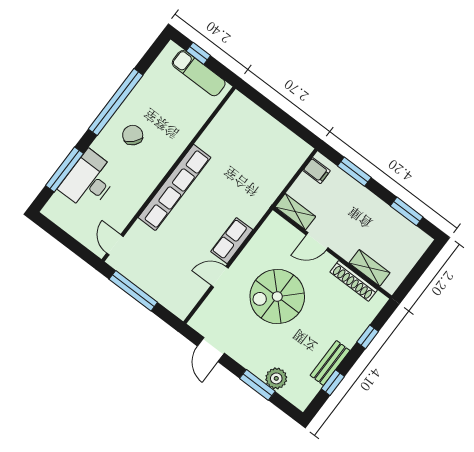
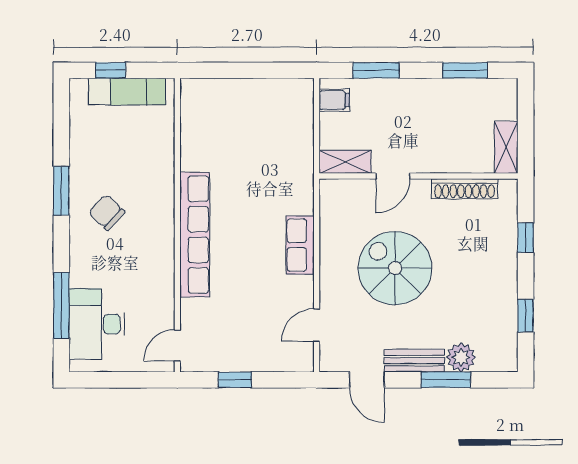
window: (116, 102) -> (61, 191), width x0.47
desk: (89, 181) -> (97, 324), moved
door: (115, 245) -> (177, 345), hinge flipped
shelving: (369, 268) -> (506, 147), moved, turned 90
door: (220, 277) -> (317, 325), moved
window: (133, 291) -> (235, 380), width x0.46
spiral stairs: (277, 297) -> (395, 268), turned 90
bench: (330, 363) -> (414, 361), moved, turned 90

